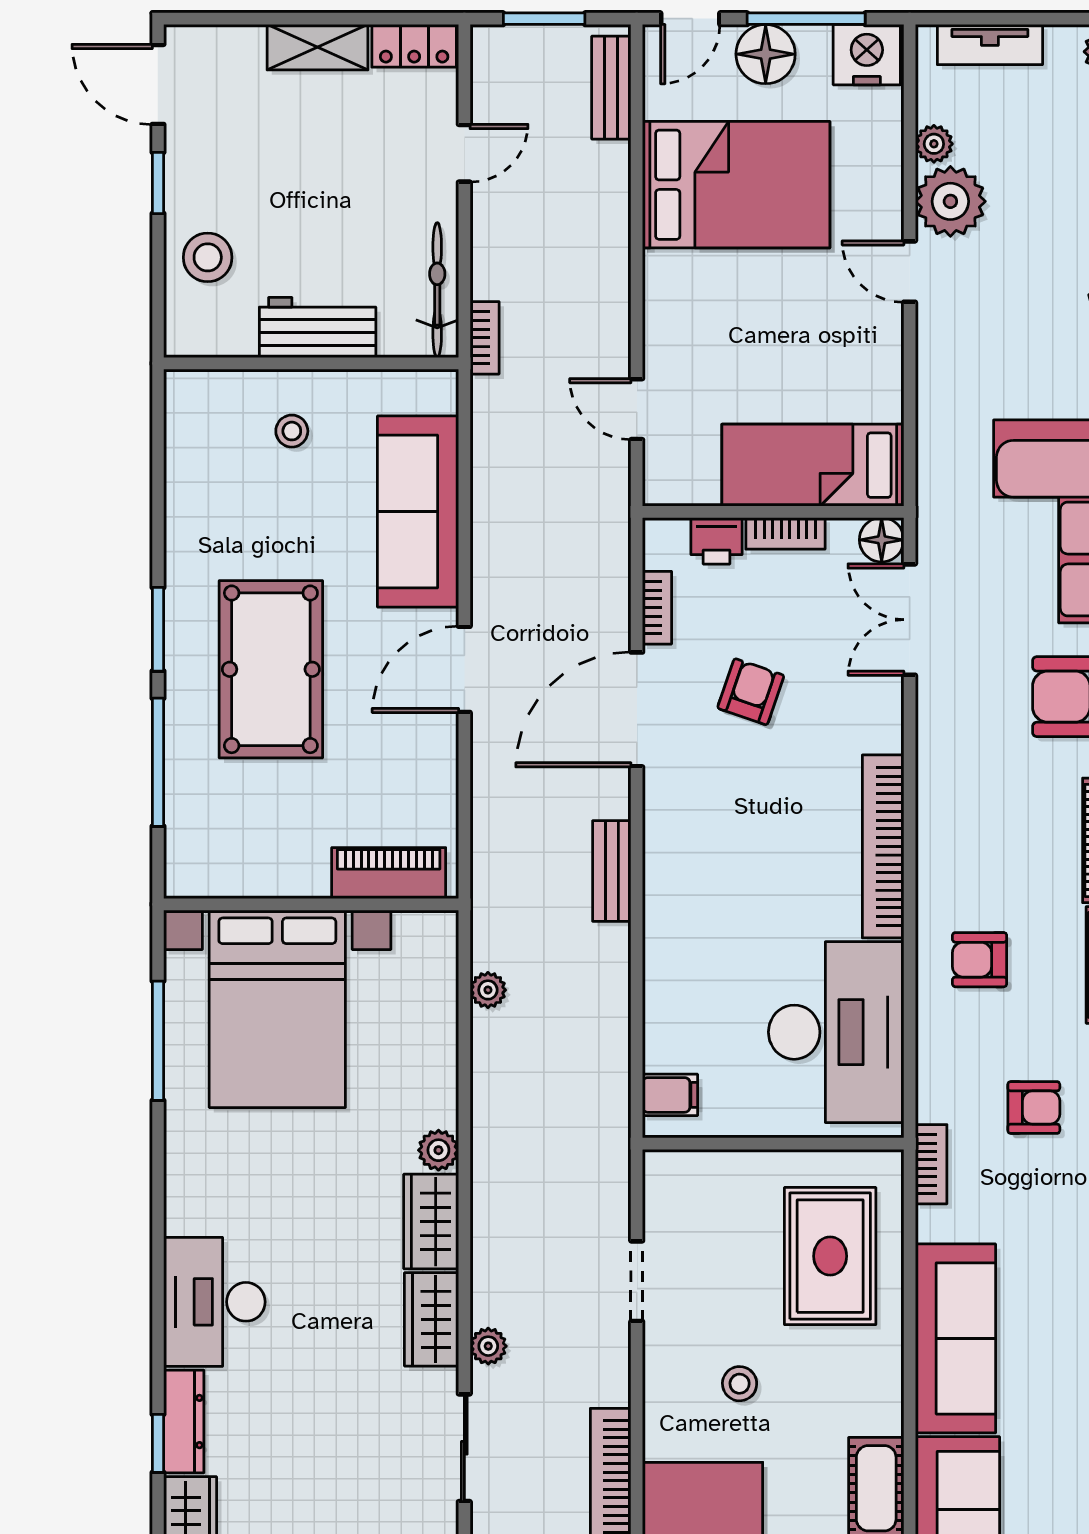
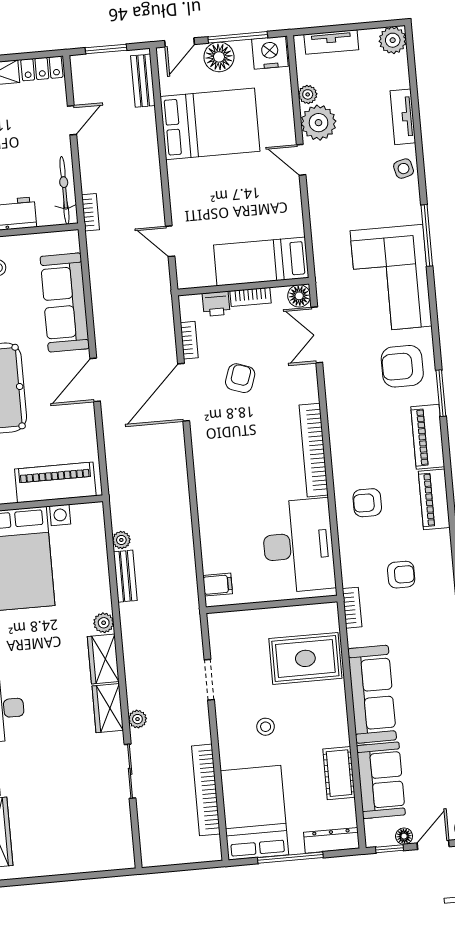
bench: (612, 871) -> (125, 576), moved
piano: (389, 873) -> (55, 482), width x1.37, depth x1.33
rug: (830, 1256) -> (305, 658), turned 90

